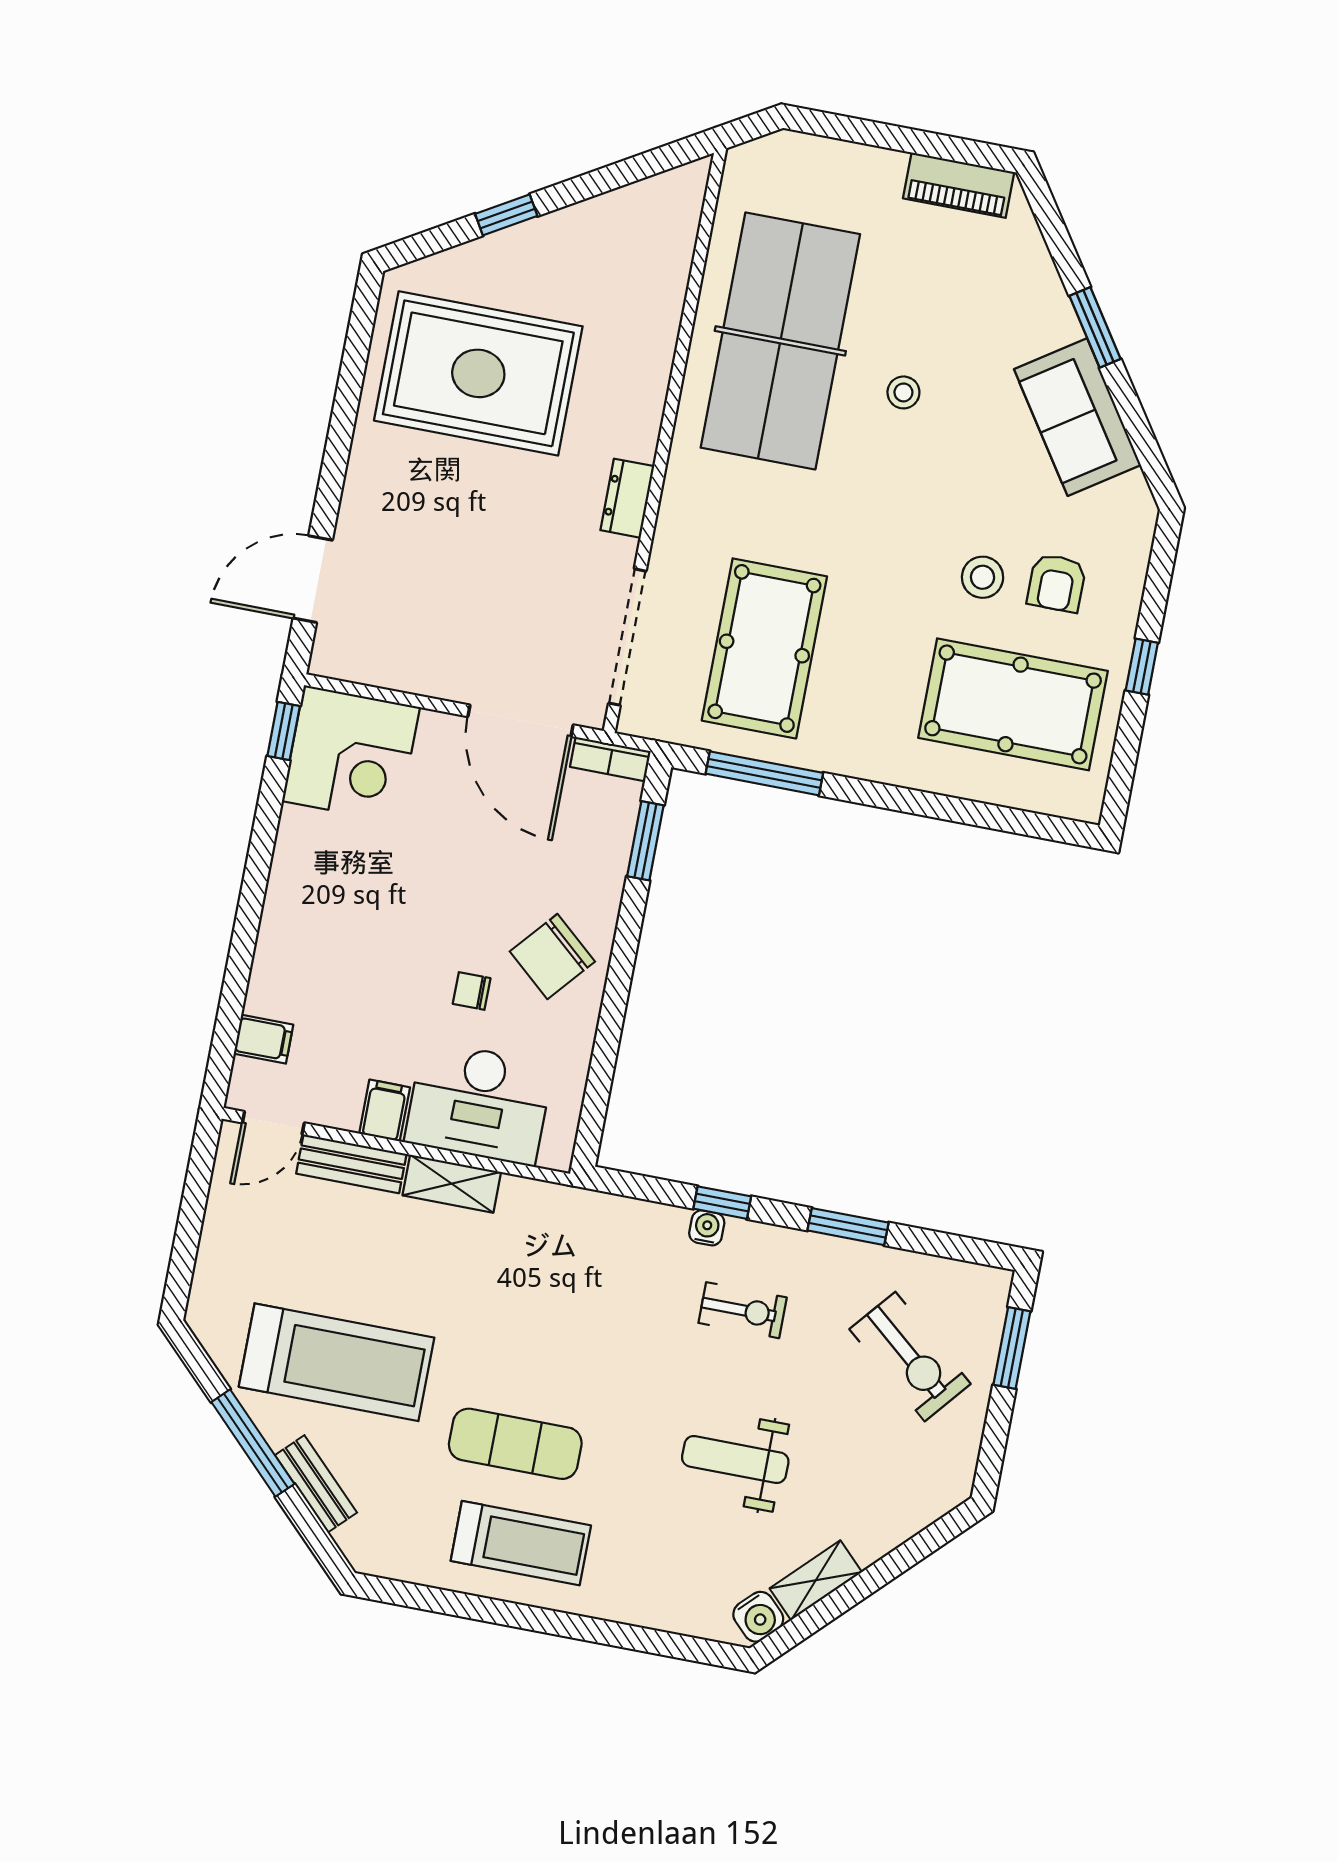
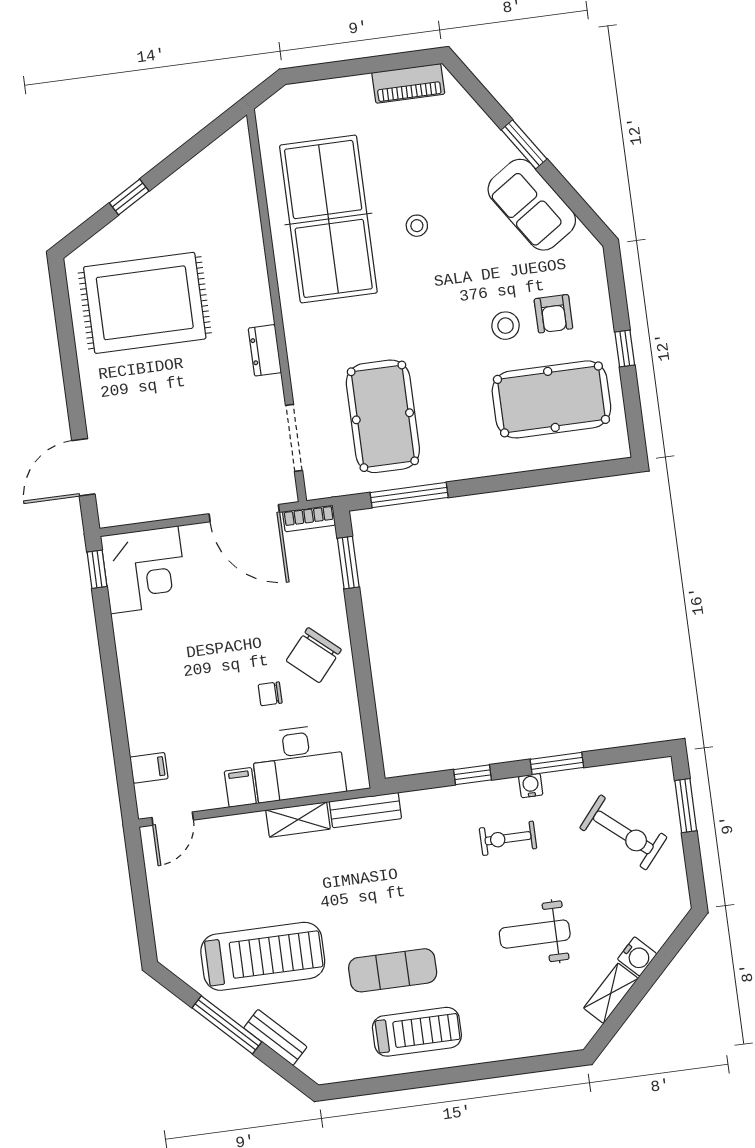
doorway: (627, 637) -> (294, 438), width x0.73
bench: (351, 1164) -> (365, 810), moved
water cooler: (707, 1228) -> (531, 786), moved
exercise bike: (743, 1310) -> (508, 838), turned 180
water cooler: (758, 1617) -> (637, 956), moved

